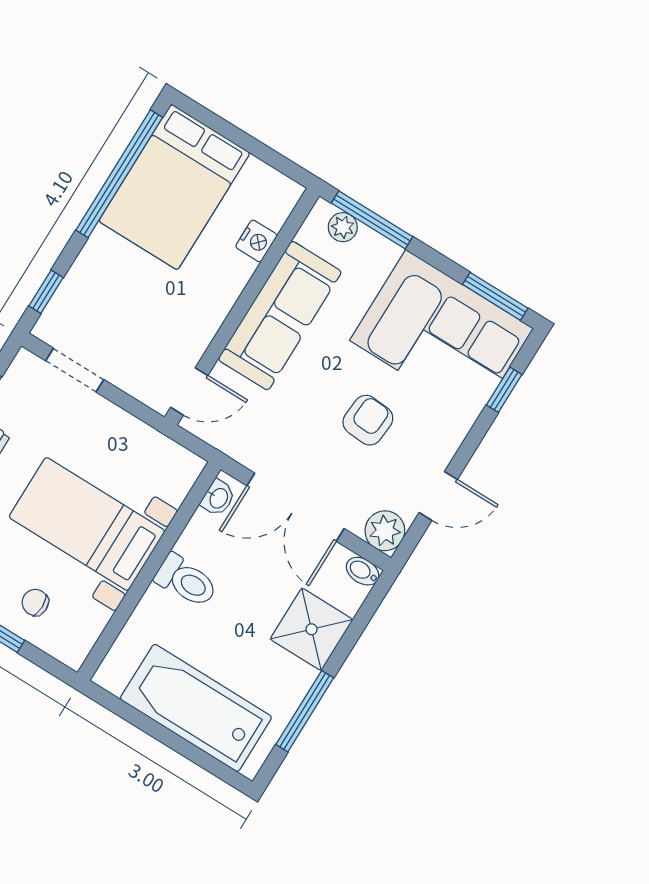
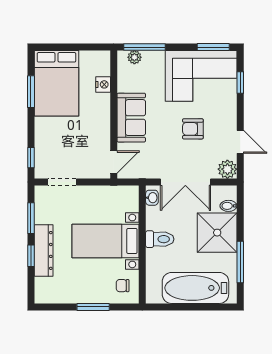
window: (119, 174) -> (31, 92), width x0.47
sofa: (280, 316) -> (131, 118), width x0.73
armchair: (368, 420) -> (193, 129), turned -94
door: (438, 496) -> (240, 142), hinge flipped
bidet: (363, 571) -> (228, 206), moved
chair: (35, 602) -> (123, 286), moved
shower: (312, 629) -> (217, 233), width x1.37, depth x1.37

